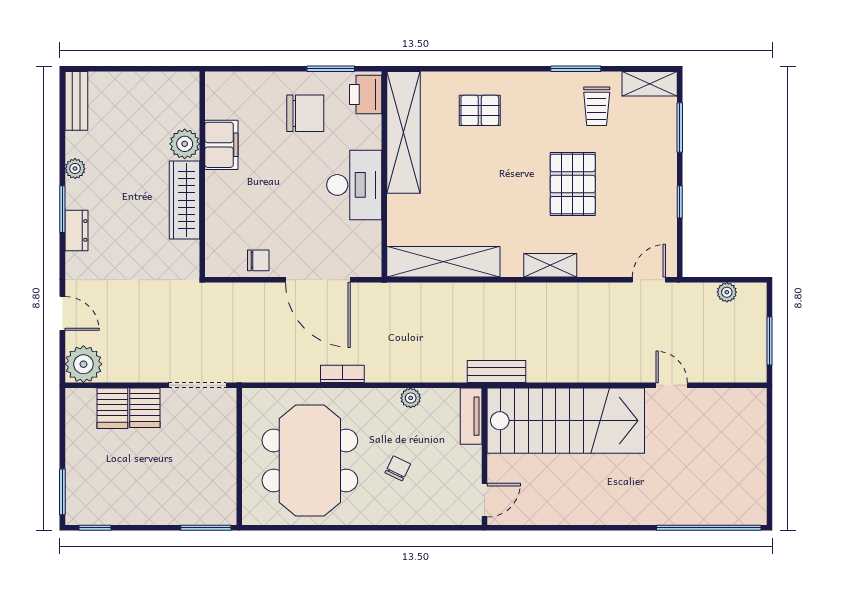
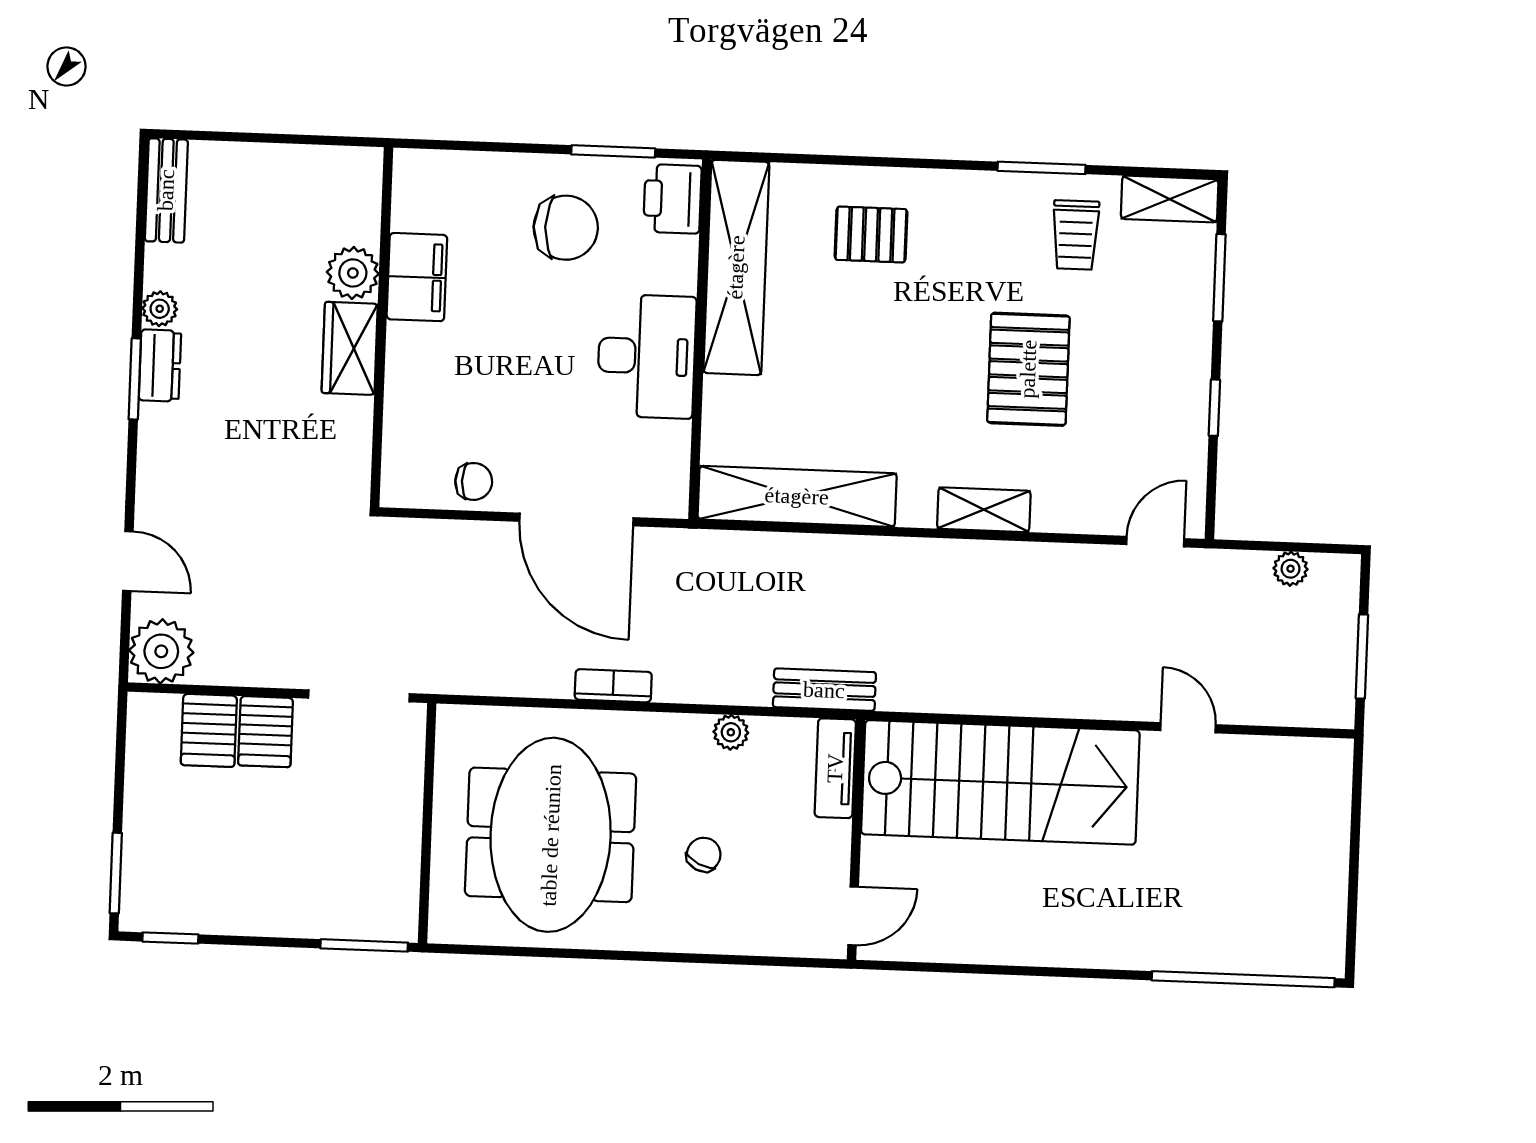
wardrobe: (184, 200) -> (350, 348), width x0.67
dresser: (76, 230) -> (160, 366), moved
bench: (497, 372) -> (824, 690), moved

